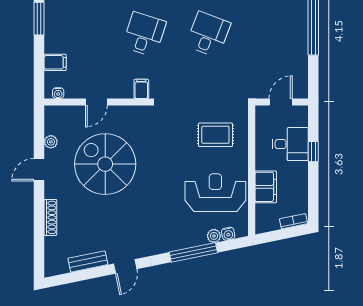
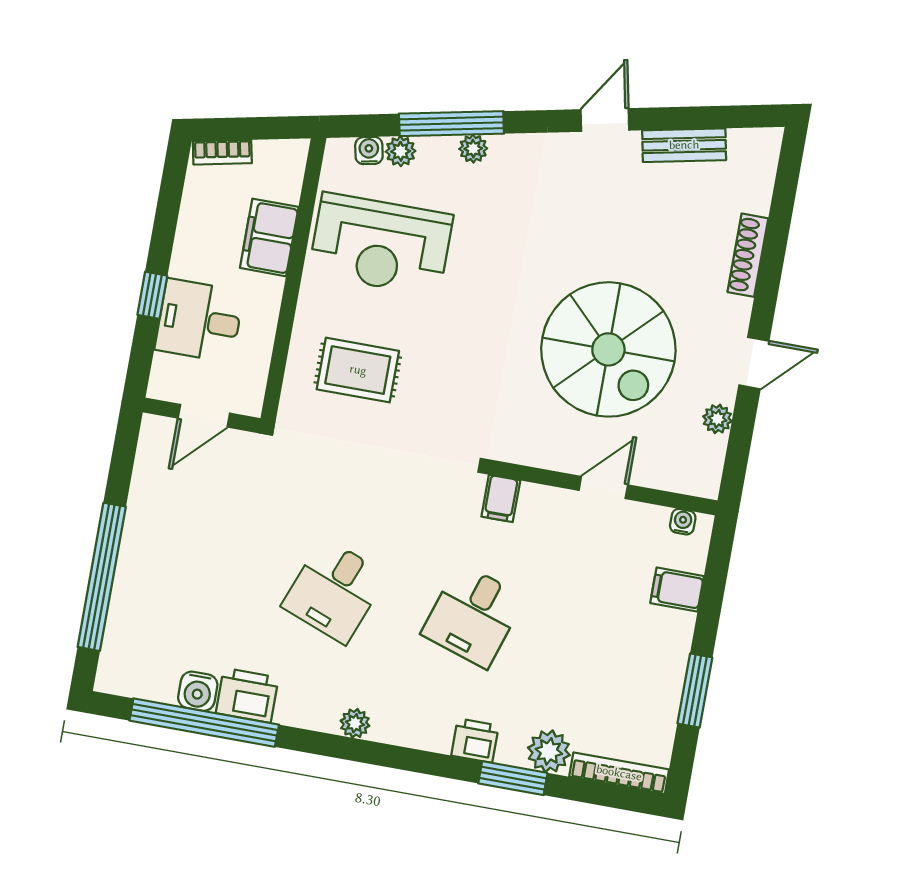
plant: (182, 243) -> (473, 149), added

